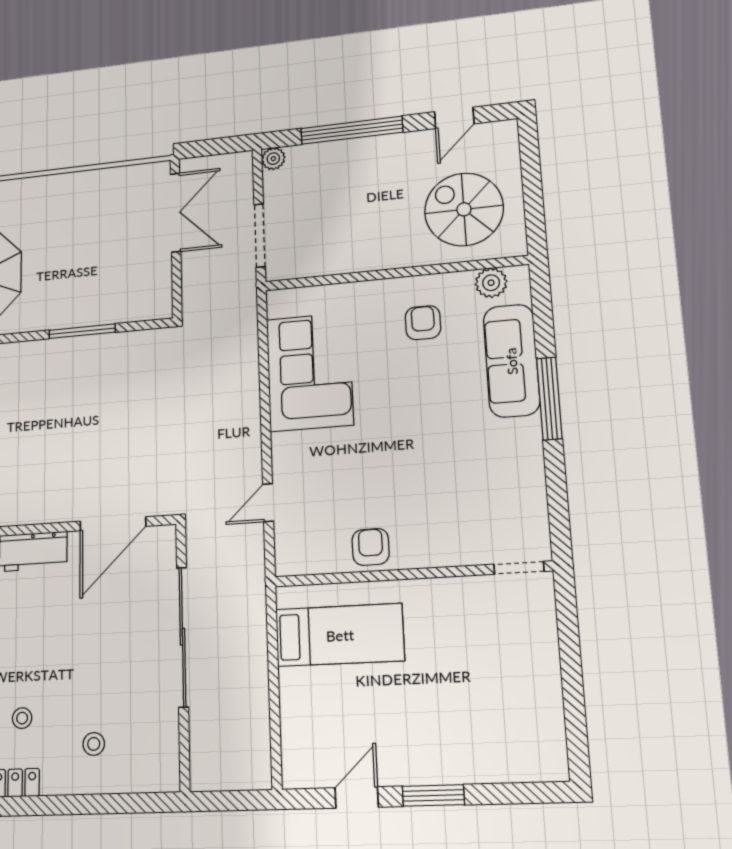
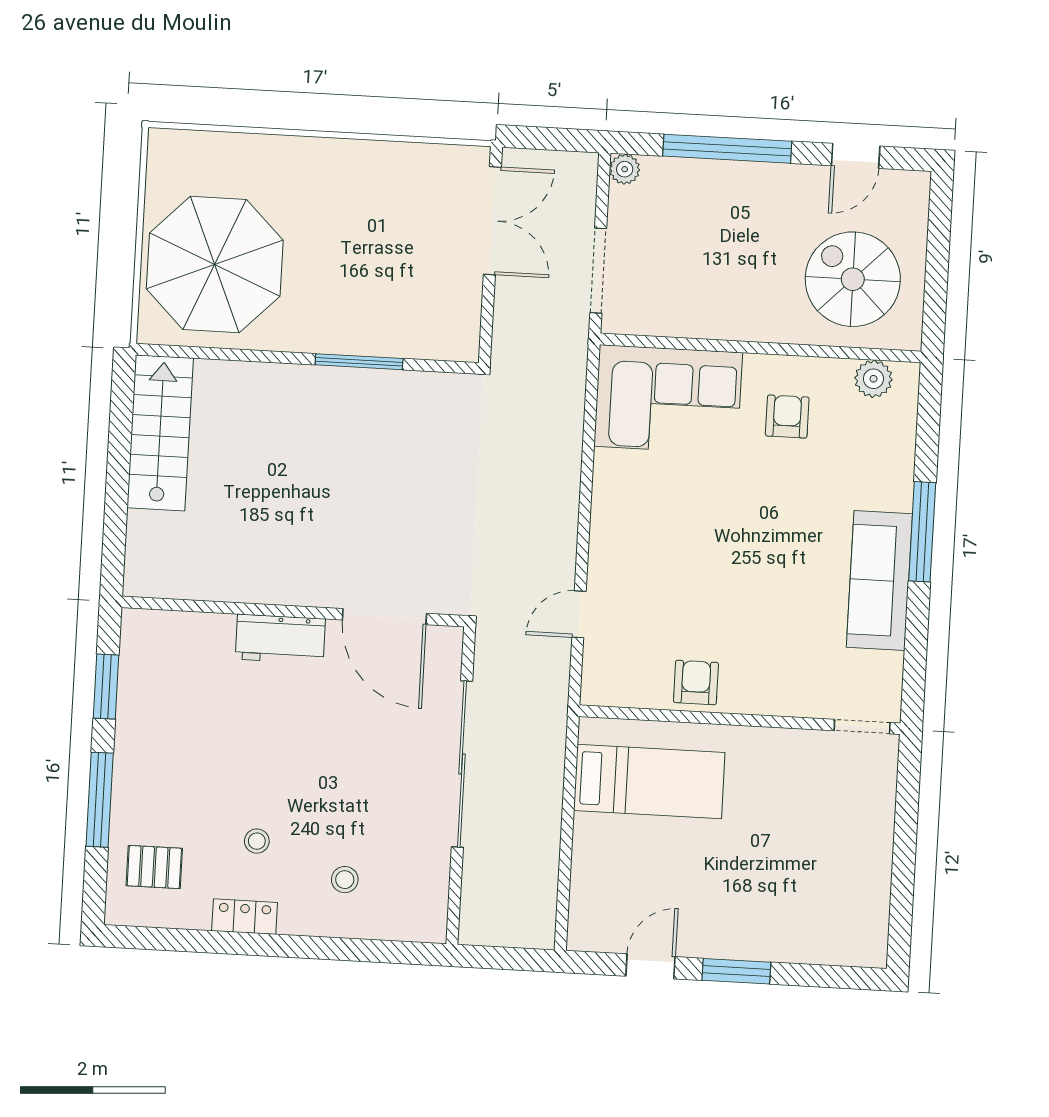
sofa: (511, 361) -> (879, 581), moved
corner sofa: (310, 372) -> (668, 399), moved, turned 90
door: (113, 524) -> (384, 617), hinge flipped

